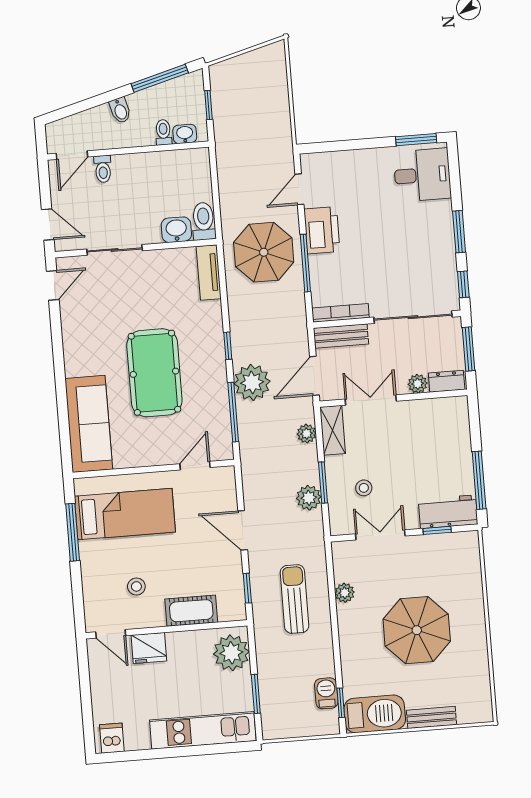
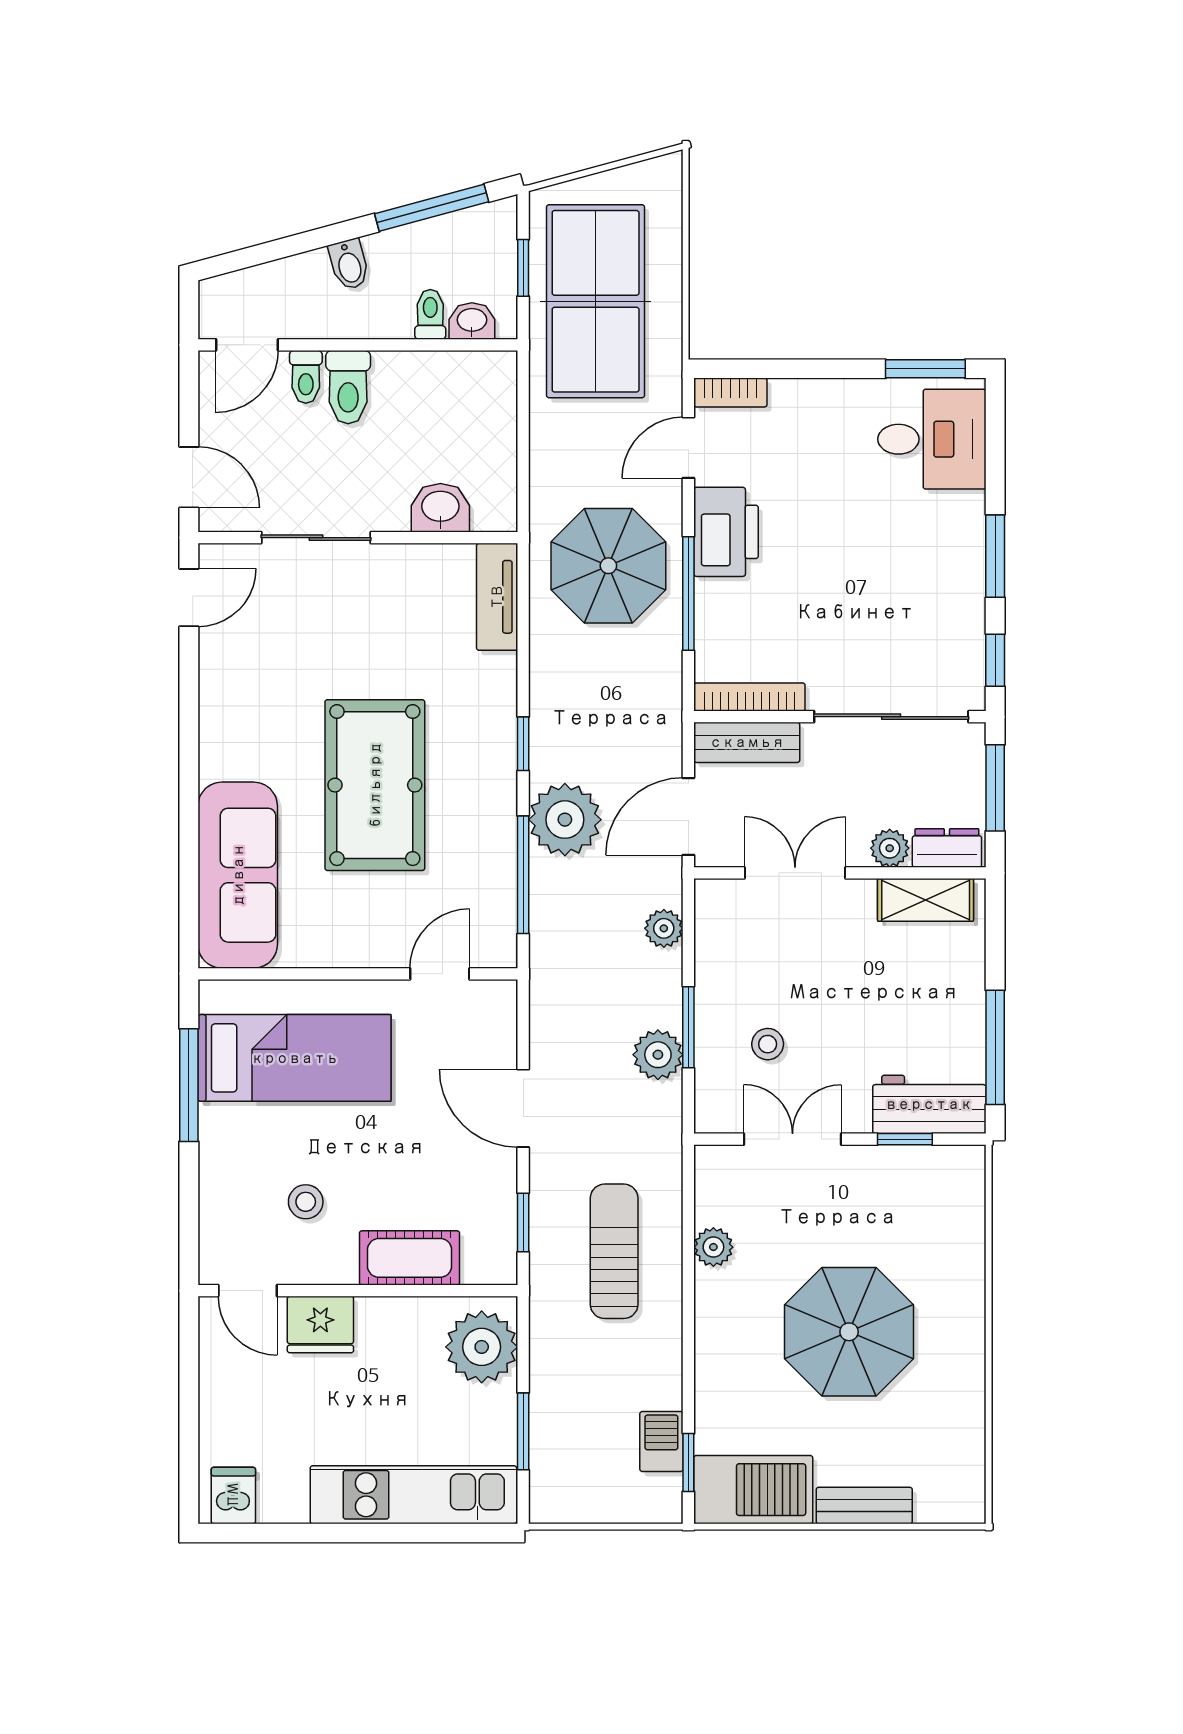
table tennis table: (246, 119) -> (596, 301), added
bookcase: (318, 160) -> (730, 392), added
toilet: (204, 221) -> (348, 387), moved, turned 180
shelving: (333, 430) -> (926, 900), moved, turned 90

